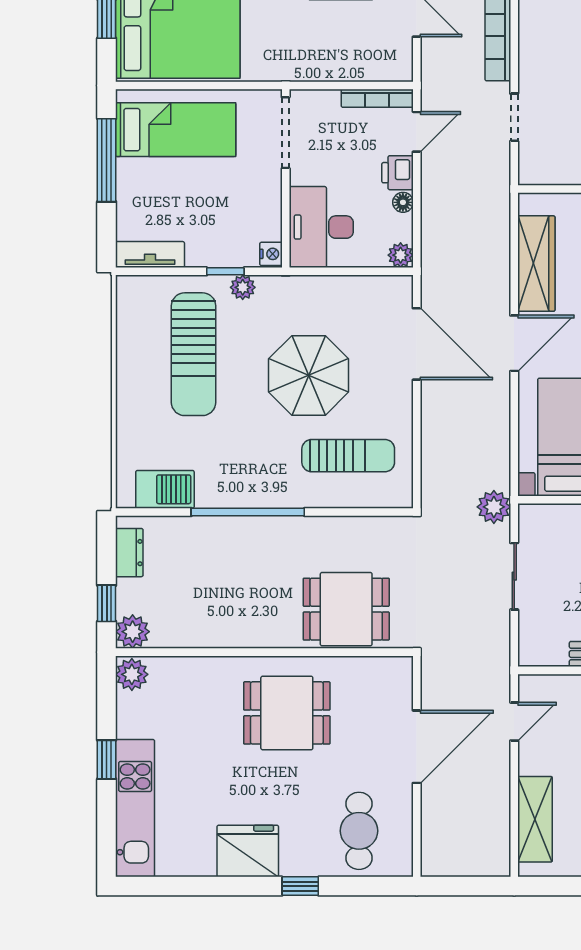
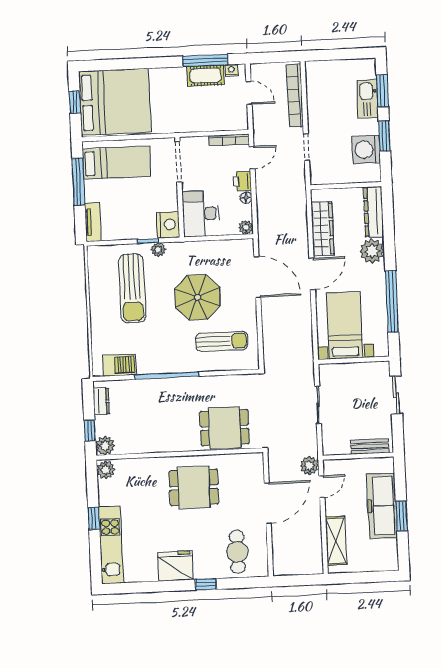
nightstand: (271, 254) -> (168, 224), width x1.89, depth x1.79
tv unit: (150, 255) -> (93, 222), moved, turned 90
plant: (494, 507) -> (309, 466), moved

